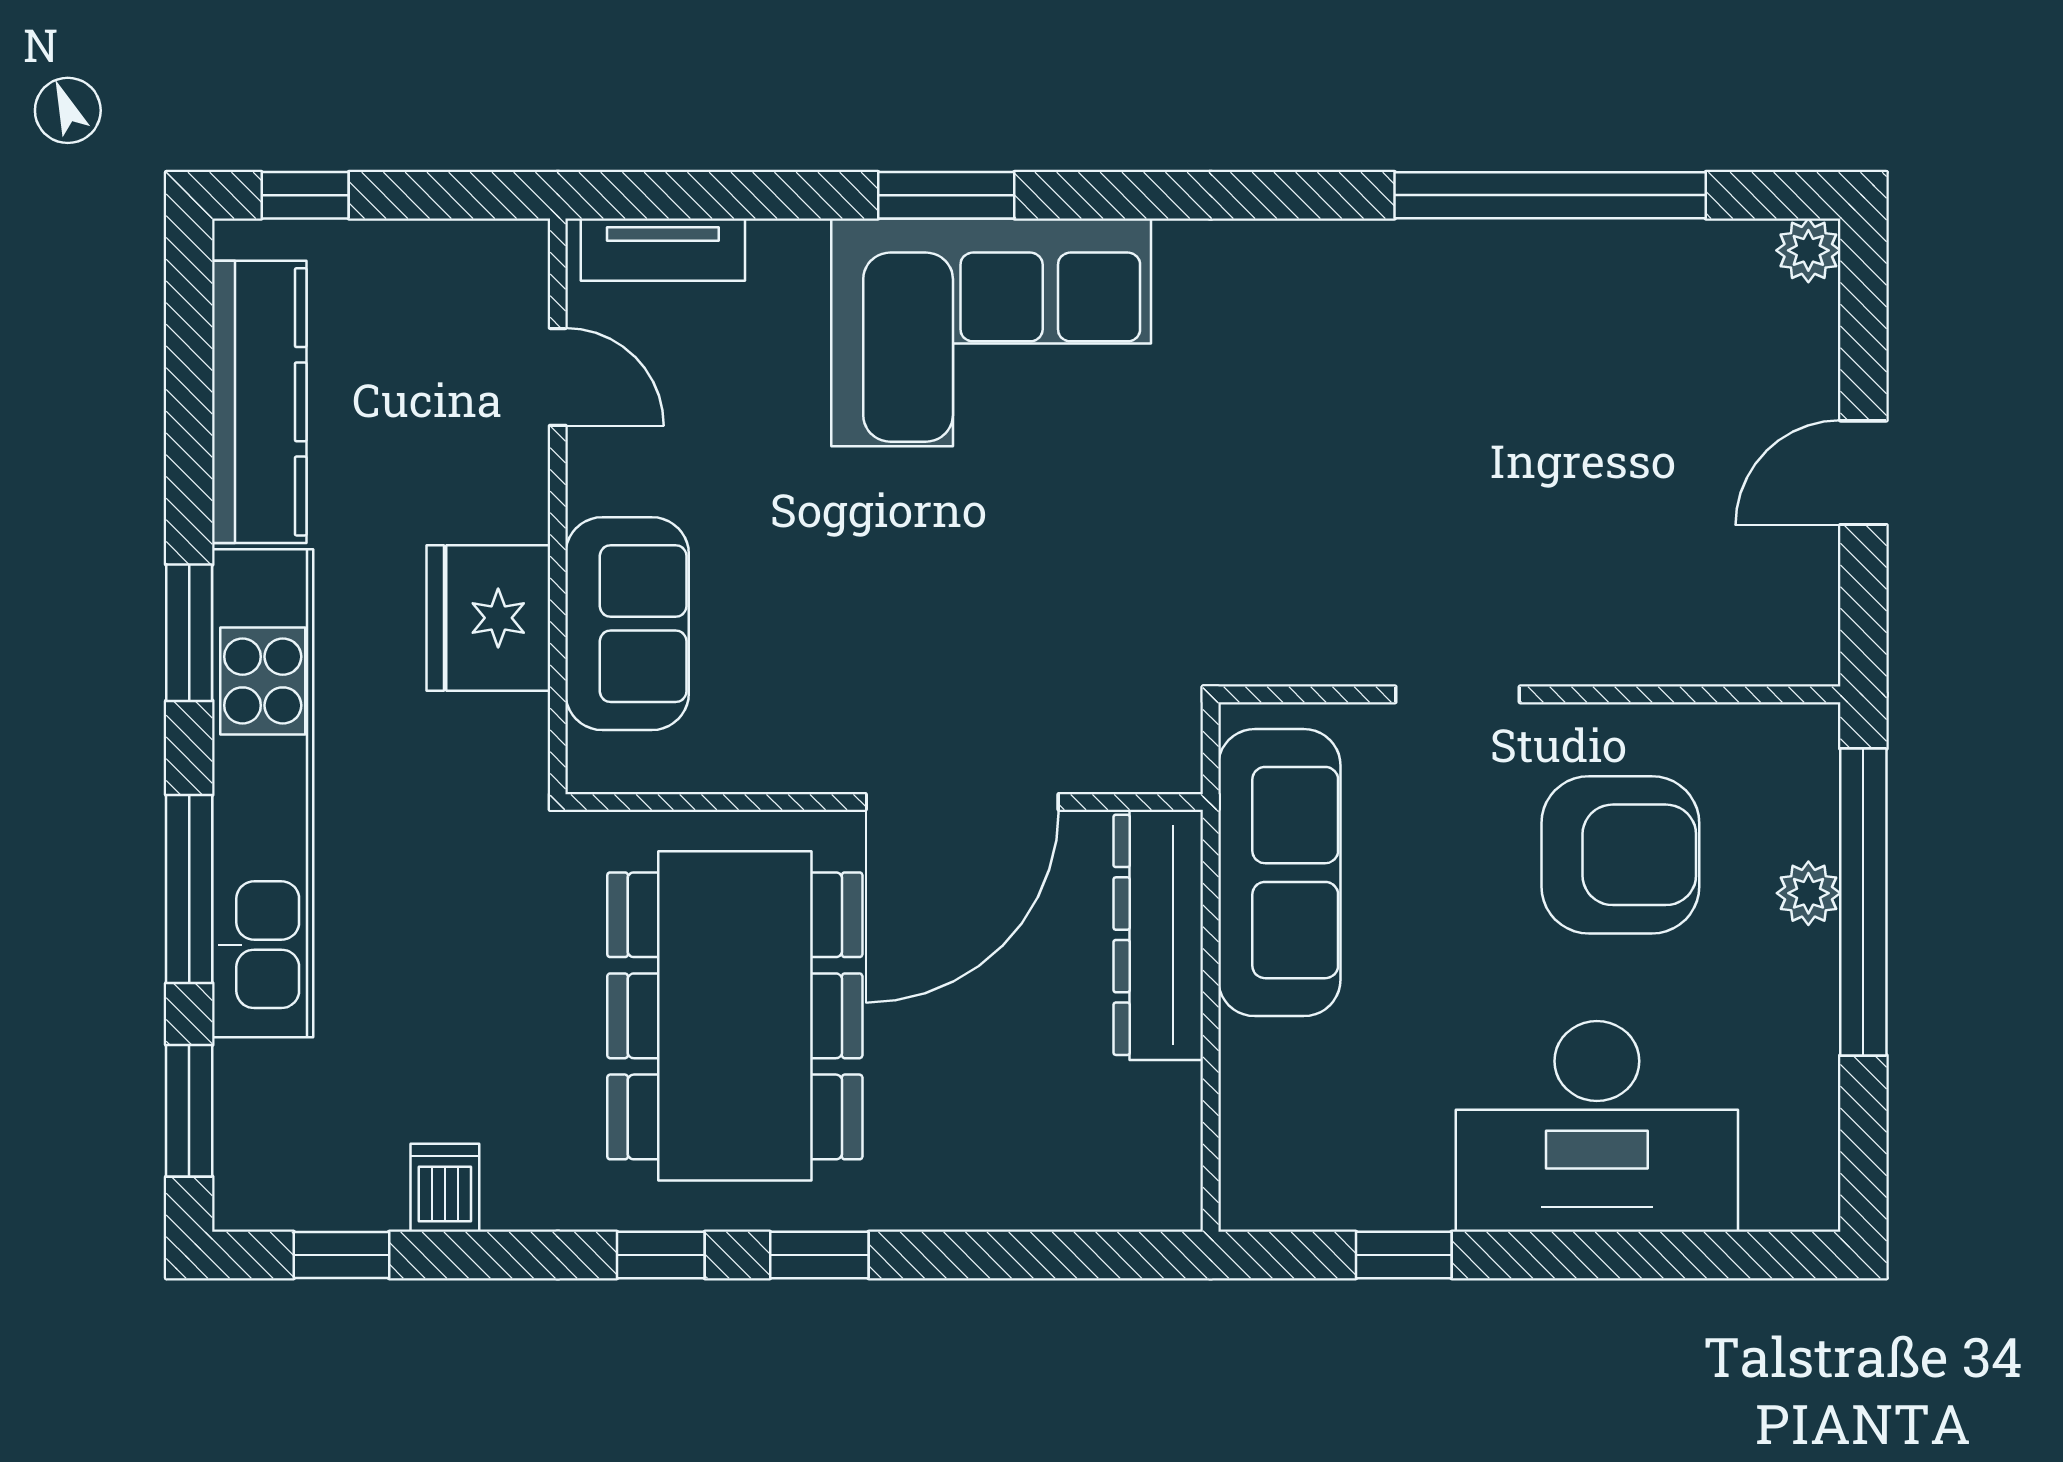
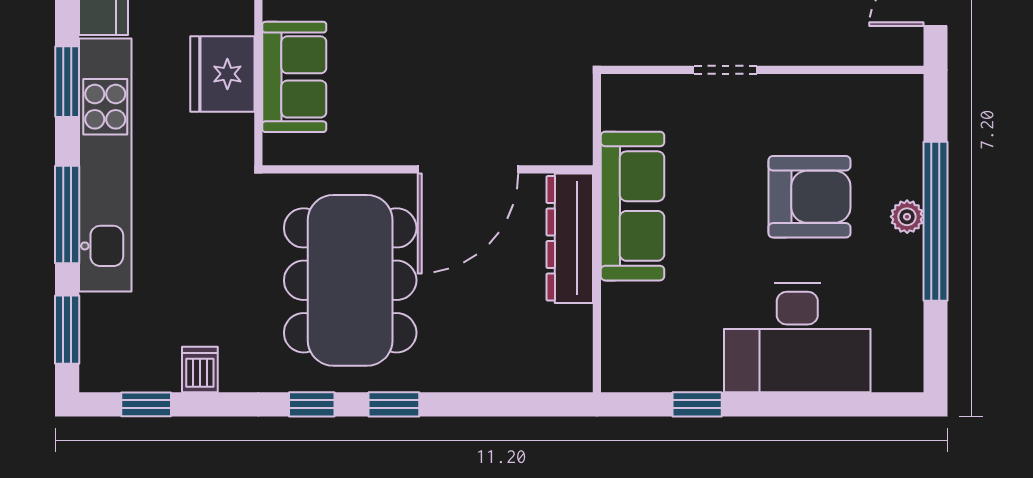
doorway: (1458, 694) -> (725, 70), moved
wall: (1529, 694) -> (762, 70), moved

